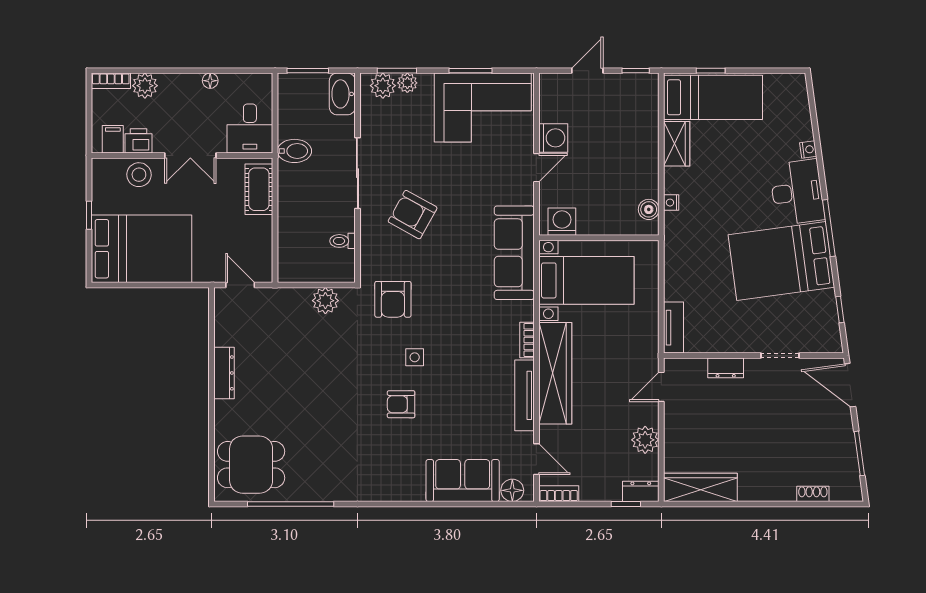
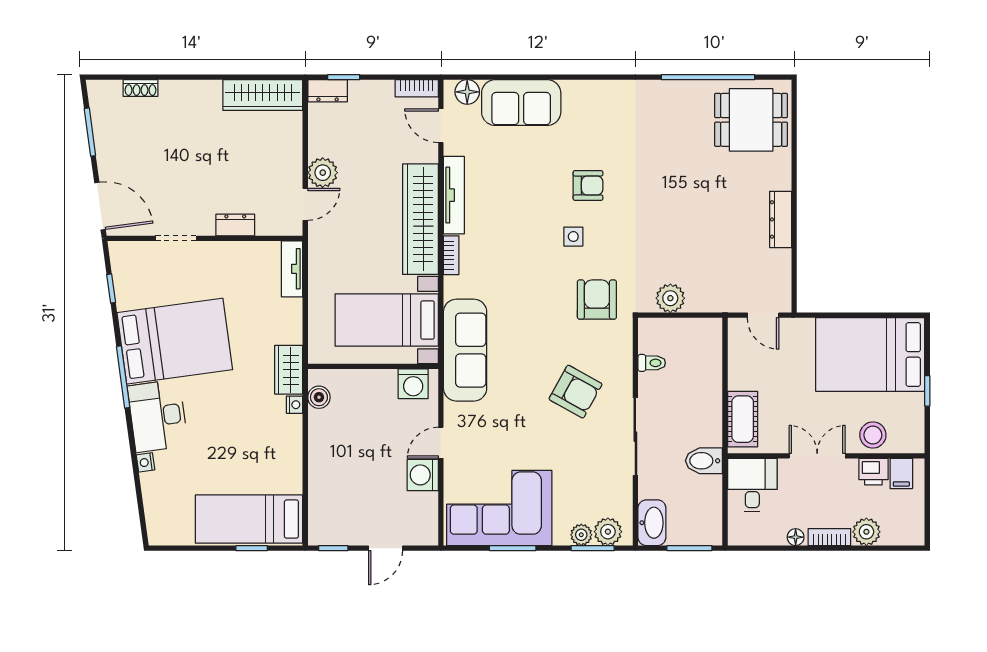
bookcase: (111, 81) -> (829, 537), moved
wardrobe: (677, 144) -> (289, 370), moved
plant: (645, 440) -> (323, 173), moved

